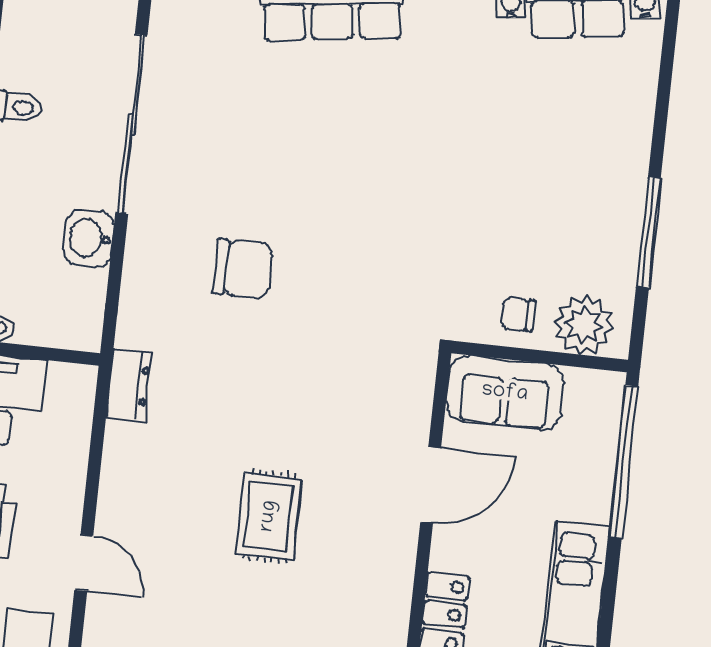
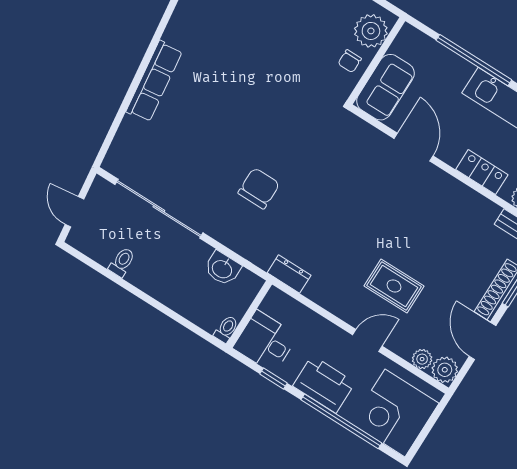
washbasin: (89, 238) -> (222, 269), moved
window: (624, 462) -> (474, 60), moved
rug: (269, 516) -> (394, 286), moved

